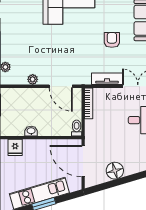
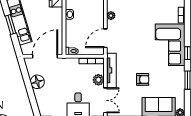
tv unit: (107, 79) -> (111, 70), width x1.41
plant: (112, 95) -> (98, 80), added

